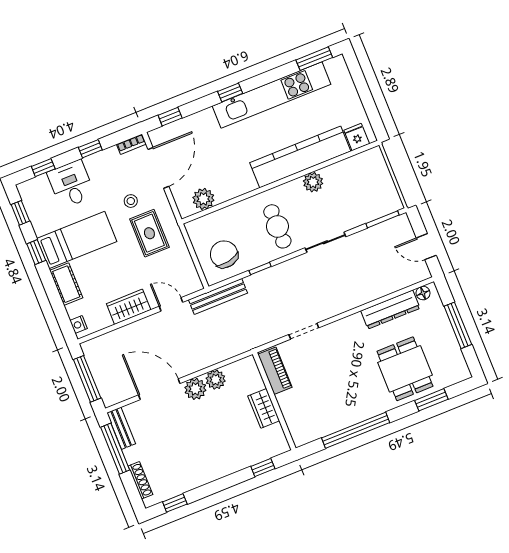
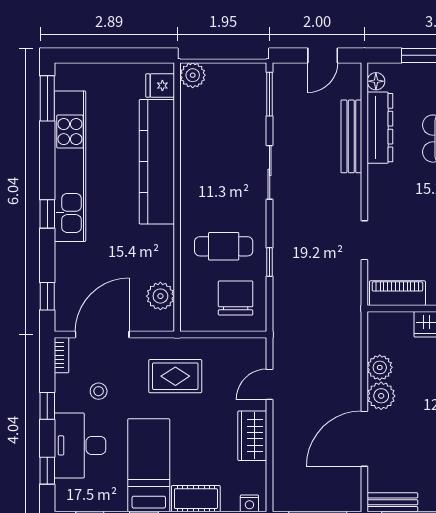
door: (158, 168) -> (102, 335), hinge flipped
plant: (313, 182) -> (193, 75), moved
desk: (71, 184) -> (80, 445), width x1.37
stool: (131, 201) -> (99, 391), moved
cafe table: (277, 226) -> (224, 246), moved
chair: (224, 254) -> (236, 298), turned 101
bench: (218, 296) -> (351, 136), moved

